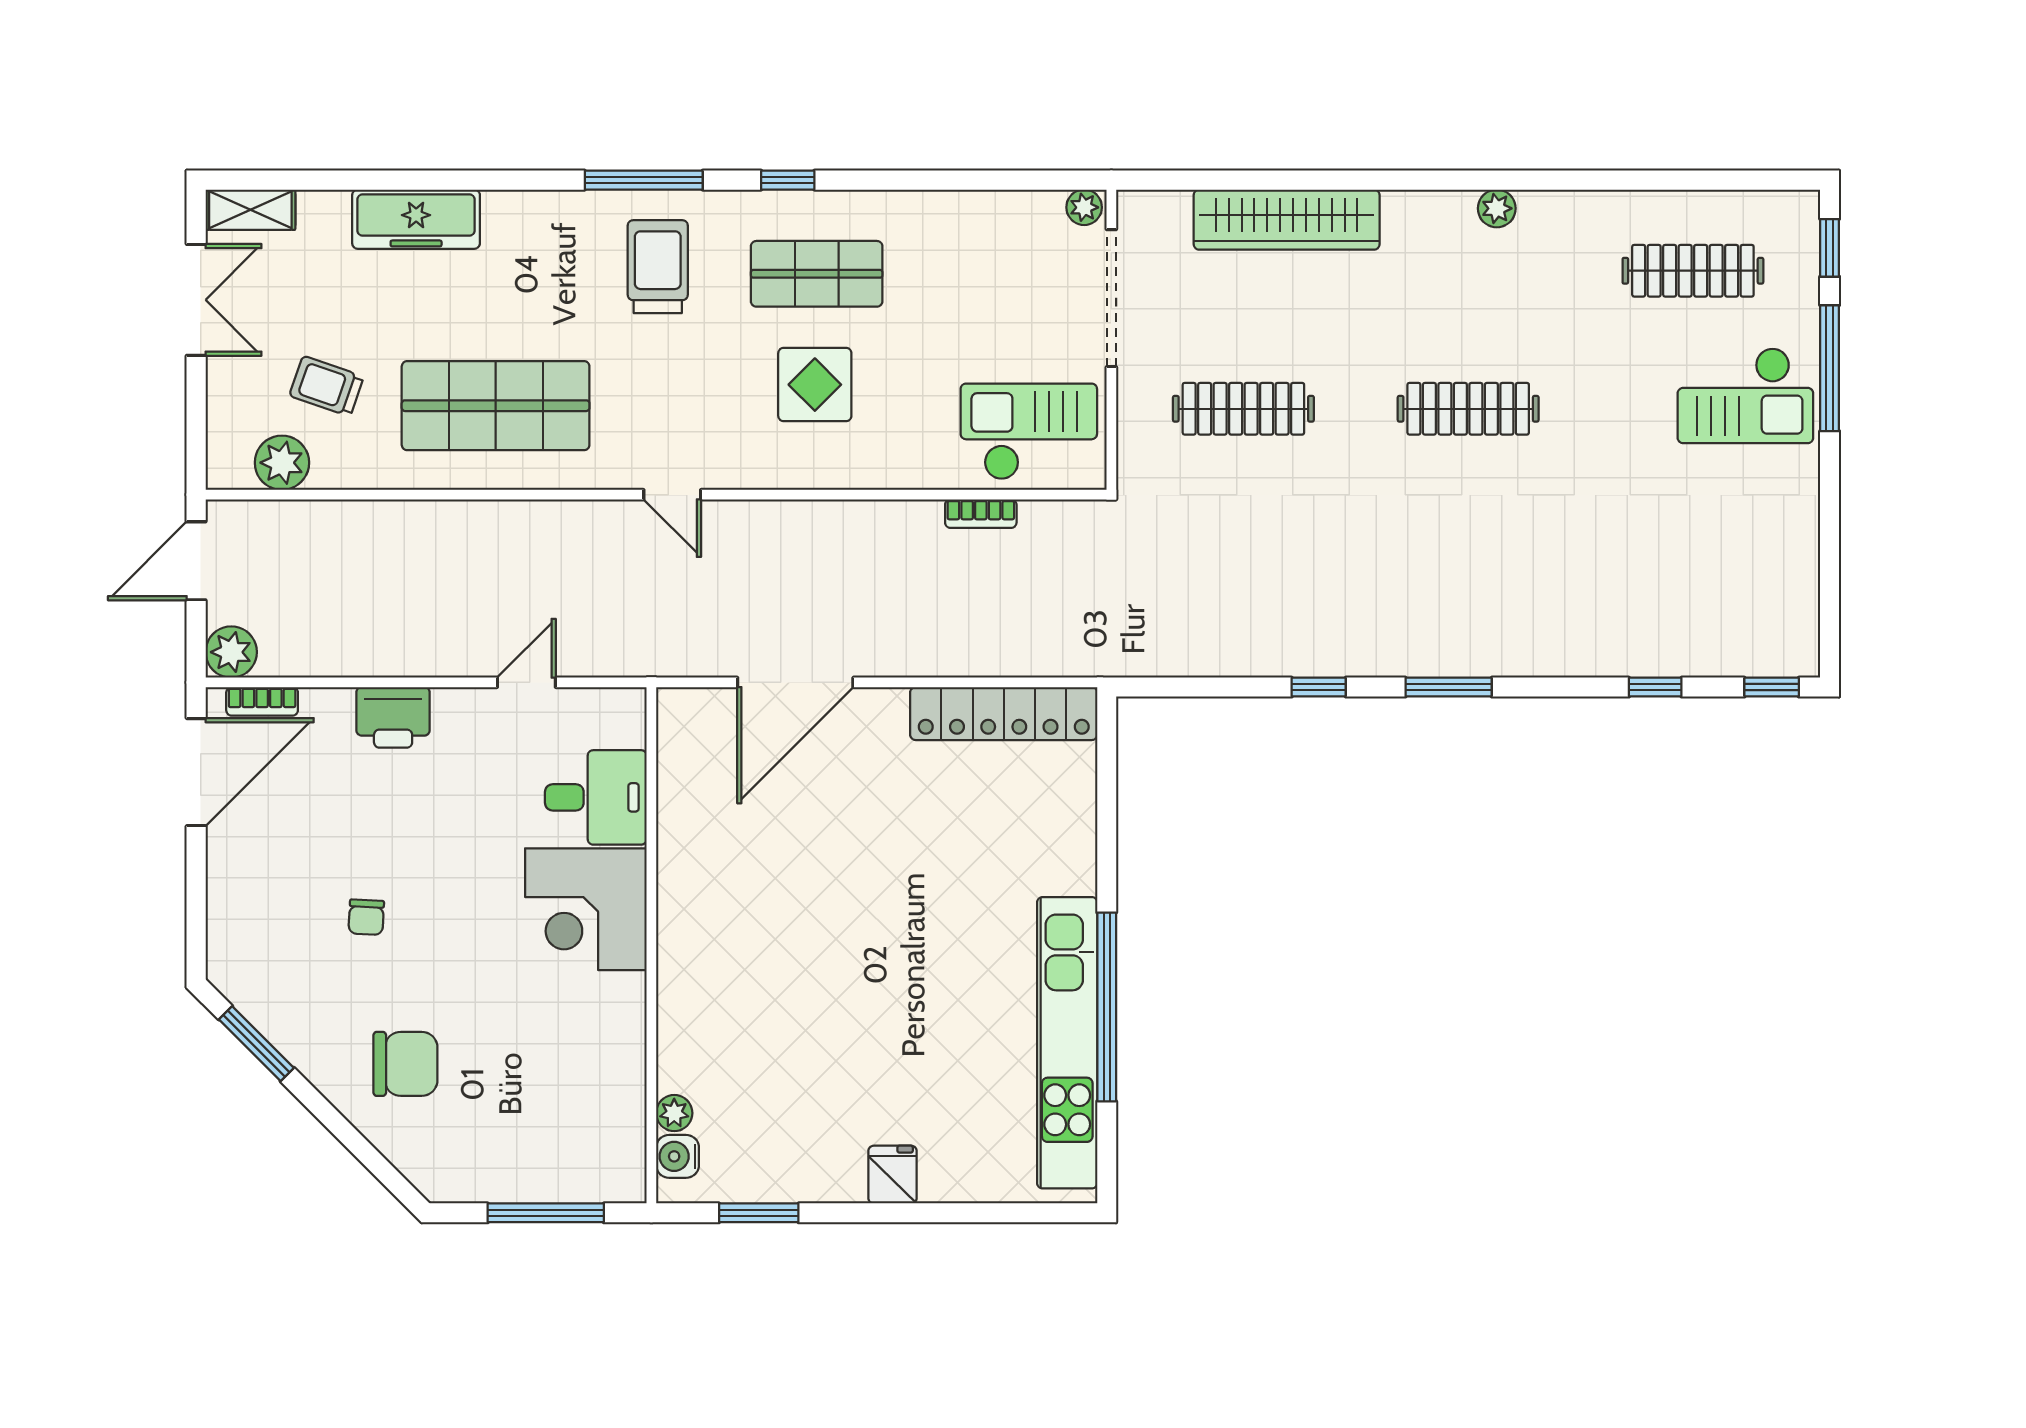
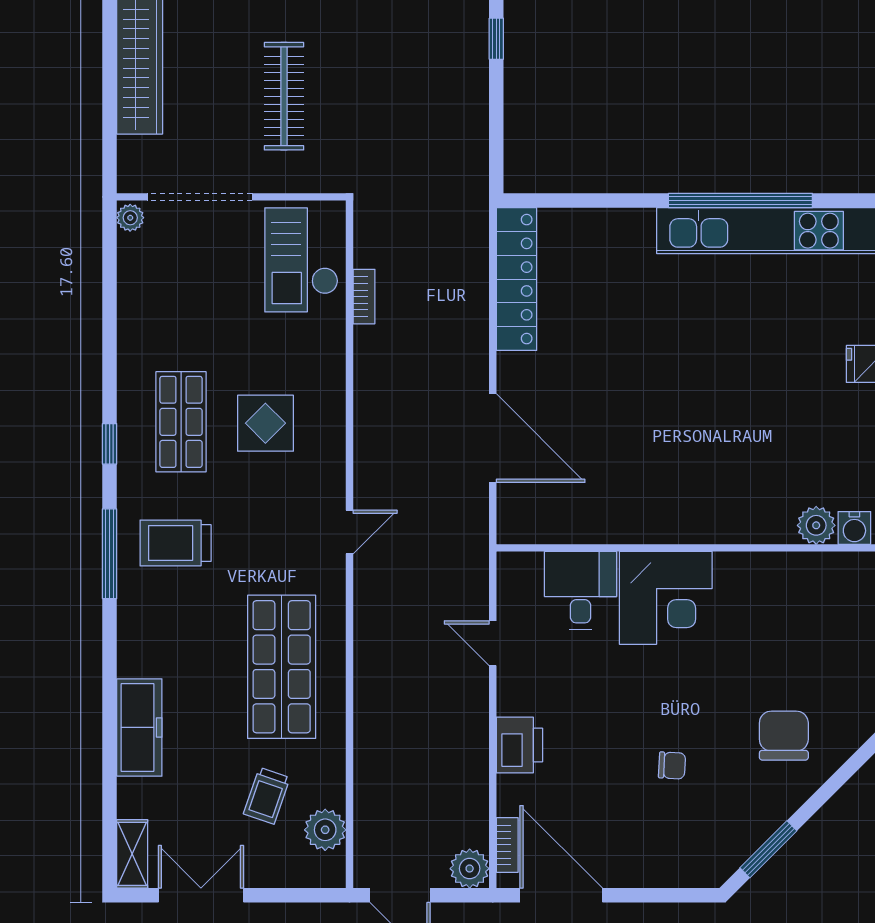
plant: (674, 1113) -> (816, 525), width x1.38, depth x1.38

